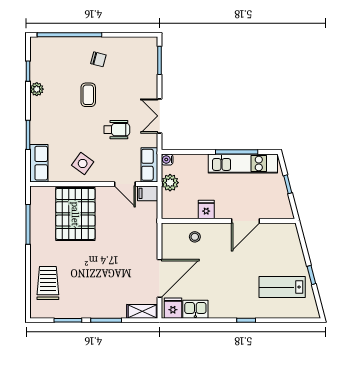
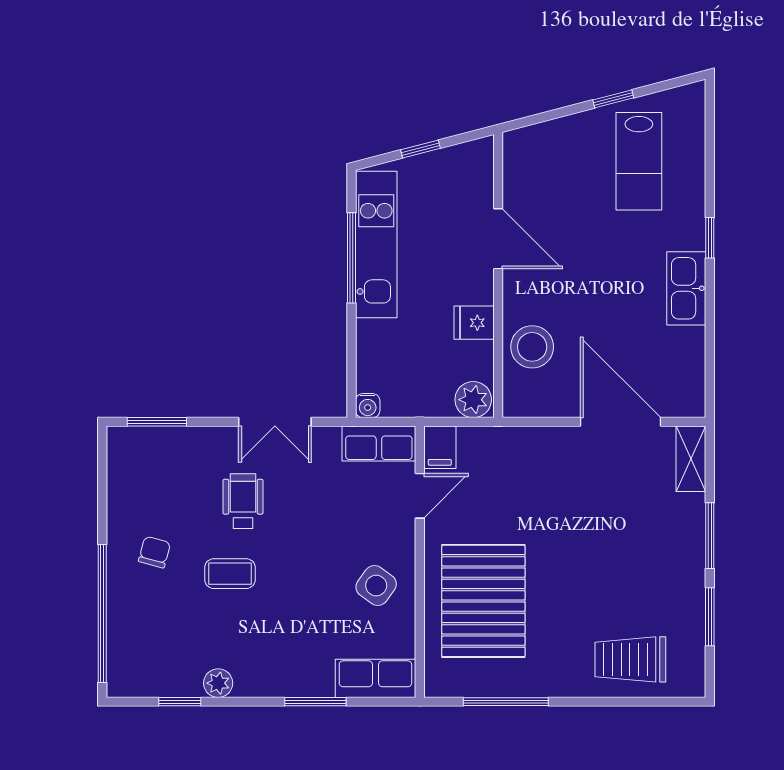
wheelchair: (117, 130) -> (243, 501), moved
plant: (170, 183) -> (473, 400), moved
pallet: (75, 214) -> (483, 601), turned 90
stool: (195, 237) -> (532, 347), width x1.89, depth x1.89
fridge: (173, 308) -> (684, 393), removed
kitchen sink: (195, 309) -> (686, 288), moved, width x1.38

